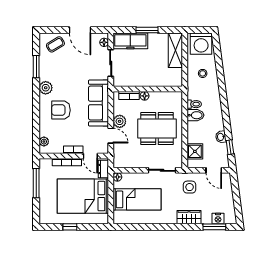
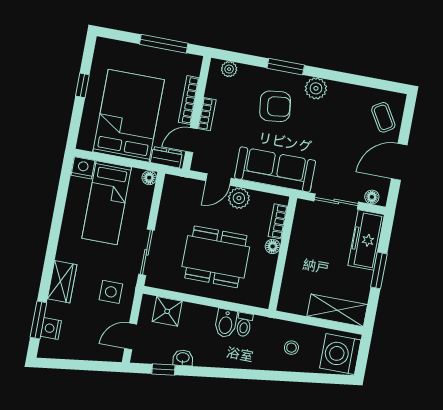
window: (36, 67) -> (286, 67), moved
armchair: (61, 110) -> (275, 106), turned 83
dining table: (157, 129) -> (216, 257), turned 90
nightstand: (119, 217) -> (83, 168), added

